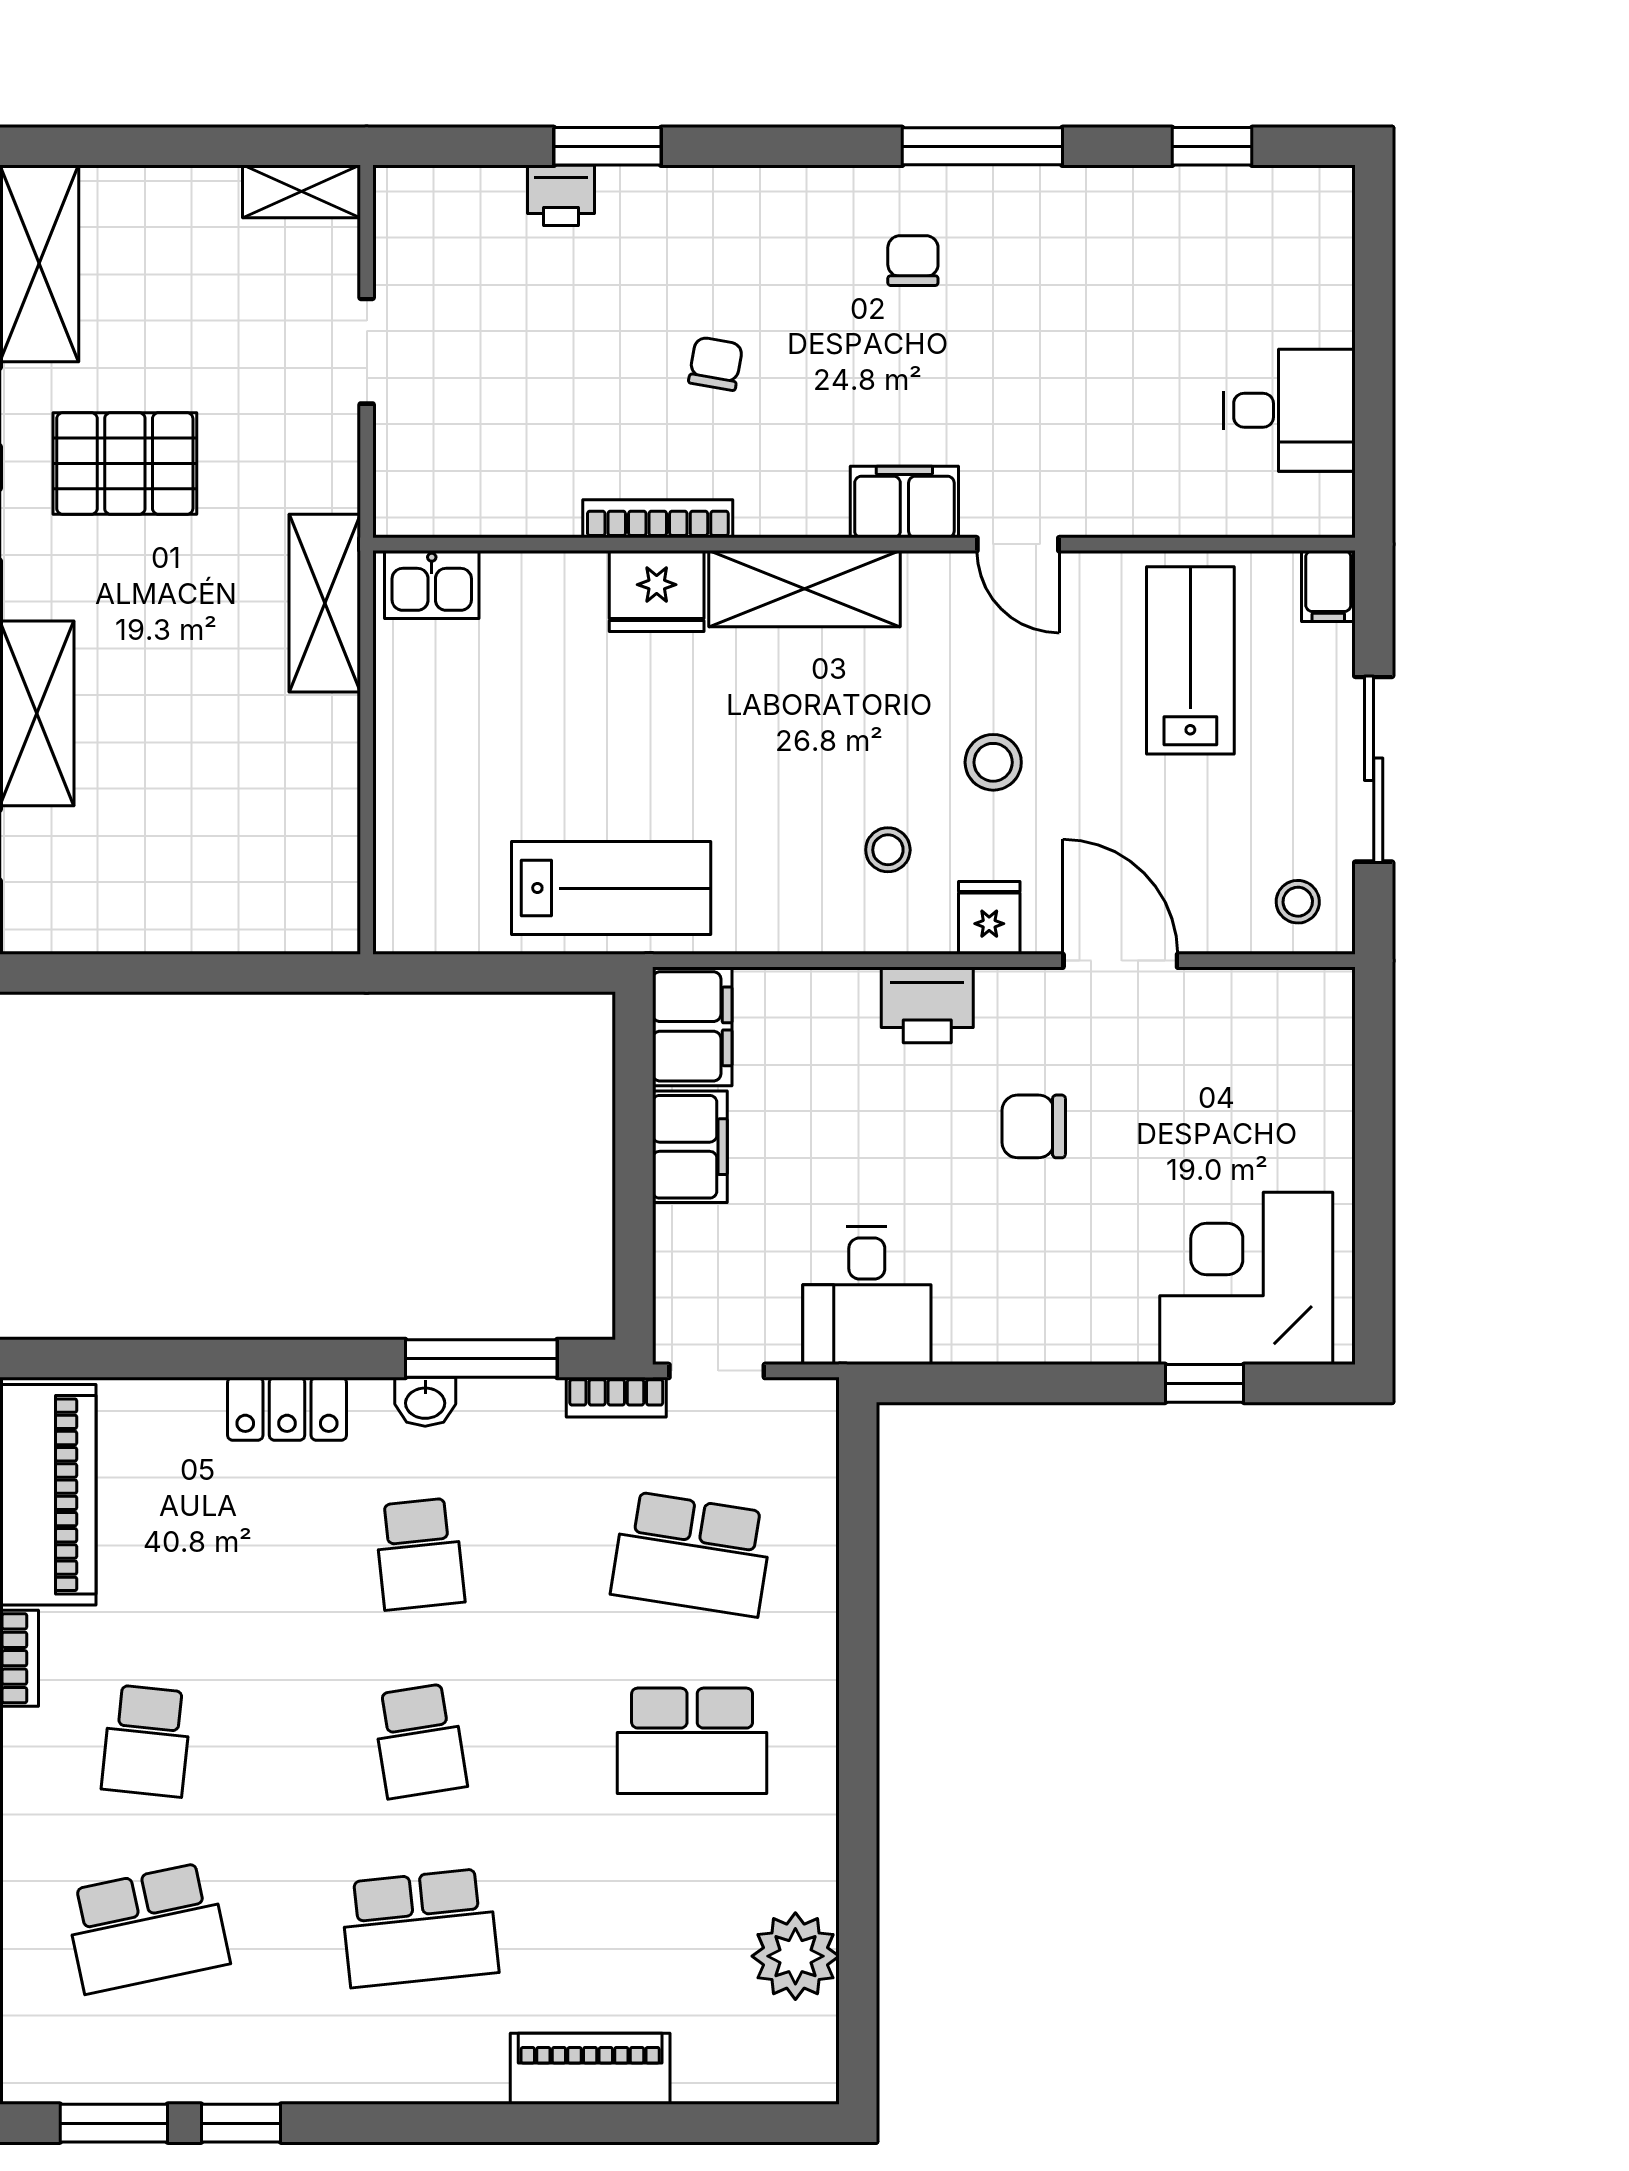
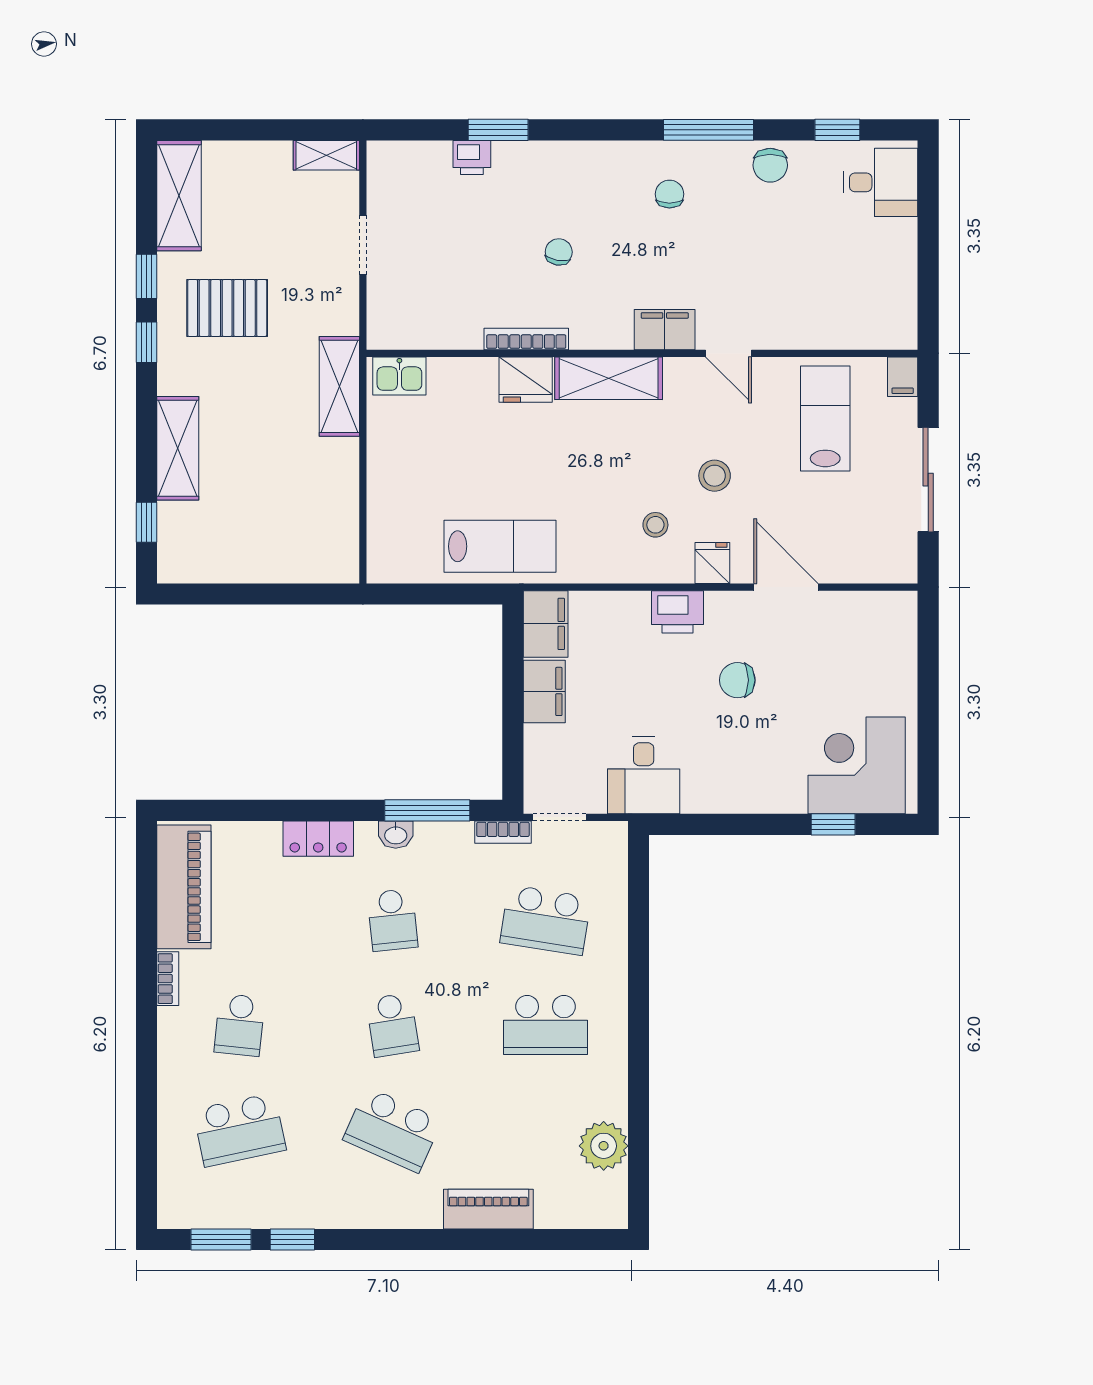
chair: (1092, 209) -> (770, 165), added
desk: (1289, 410) -> (881, 182), moved
stool: (1298, 902) -> (885, 554), removed
school desk: (419, 1928) -> (392, 1130), turned 30

